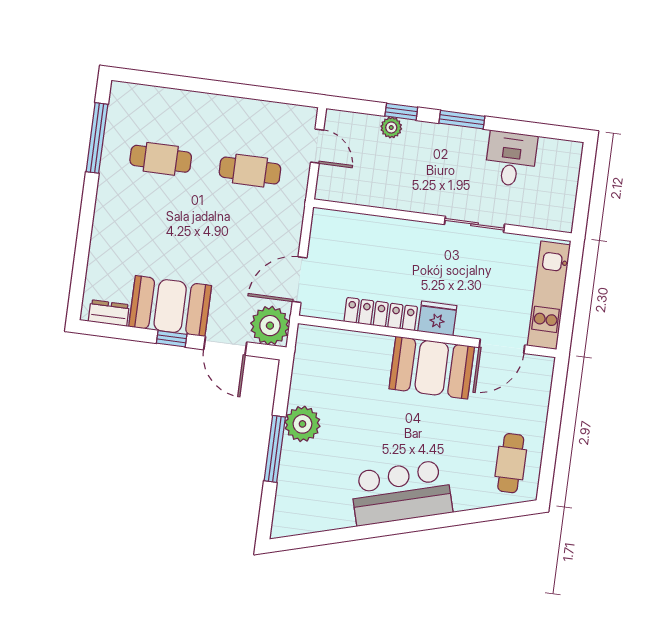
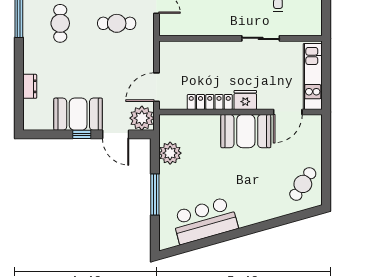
cafe table: (161, 159) -> (60, 23), turned 90
dresser: (109, 313) -> (30, 86), moved, turned 90
plant: (302, 424) -> (170, 153), moved
cafe table: (511, 463) -> (303, 184), turned 33
bar counter: (401, 493) -> (205, 221), moved

